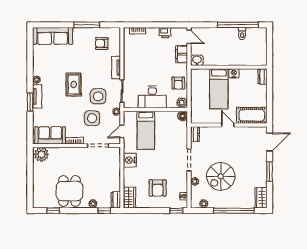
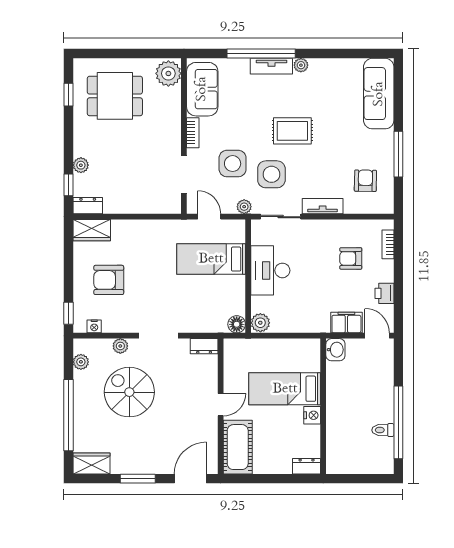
door: (189, 37) -> (377, 336), swing flipped
armchair: (178, 83) -> (351, 258), moved
window: (30, 102) -> (261, 54), width x2.11
door: (270, 142) -> (190, 479), swing flipped
nightstand: (130, 160) -> (158, 231), removed
dining table: (70, 191) -> (115, 96), moved

